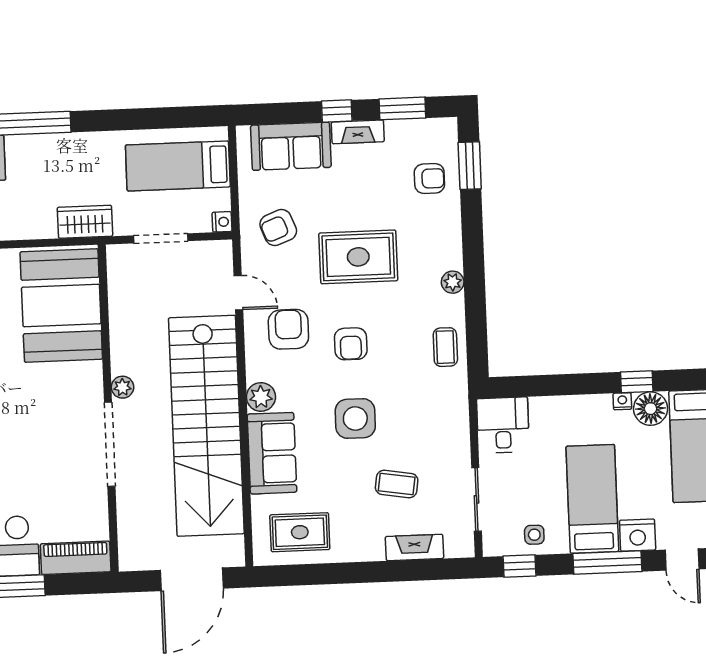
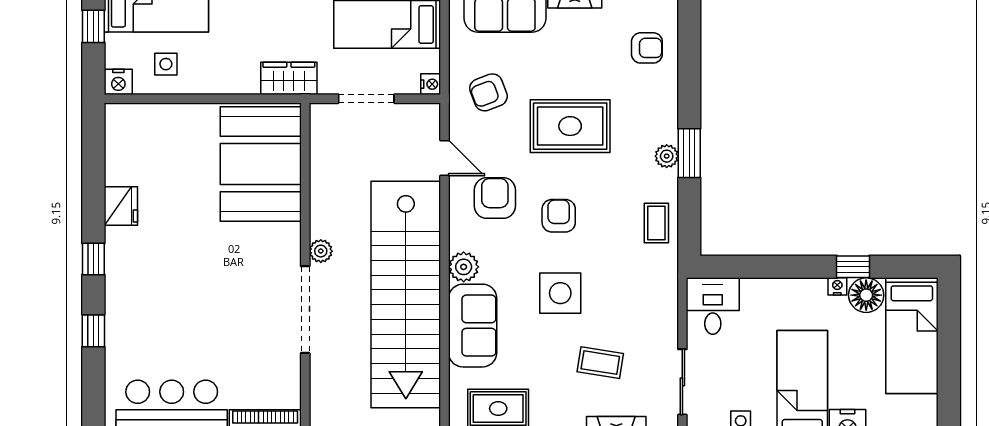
window: (470, 166) -> (689, 153), moved
armchair: (351, 344) -> (559, 216), turned 180

